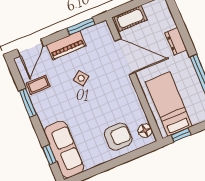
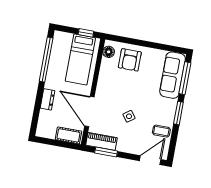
piano: (66, 45) -> (102, 141), moved
window: (28, 103) -> (178, 113), moved
armchair: (118, 137) -> (130, 60), turned -90
window: (49, 155) -> (185, 78), width x2.17

